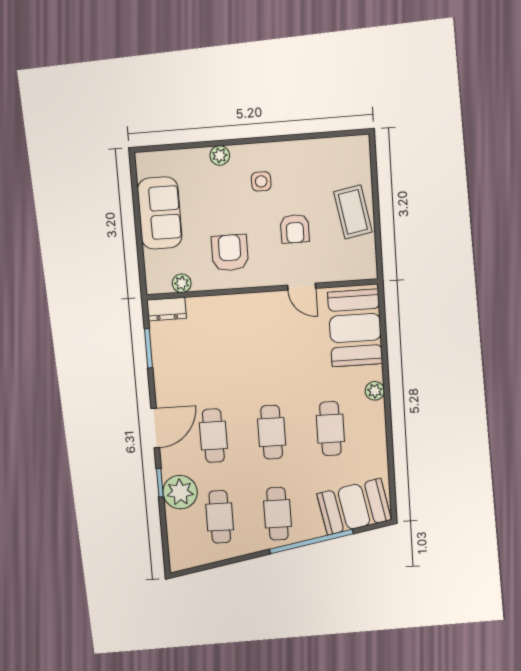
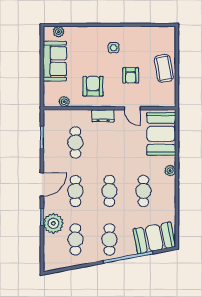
plant: (220, 155) -> (59, 32), moved
dresser: (166, 309) -> (103, 116), moved
cafe table: (207, 353) -> (75, 142), added

